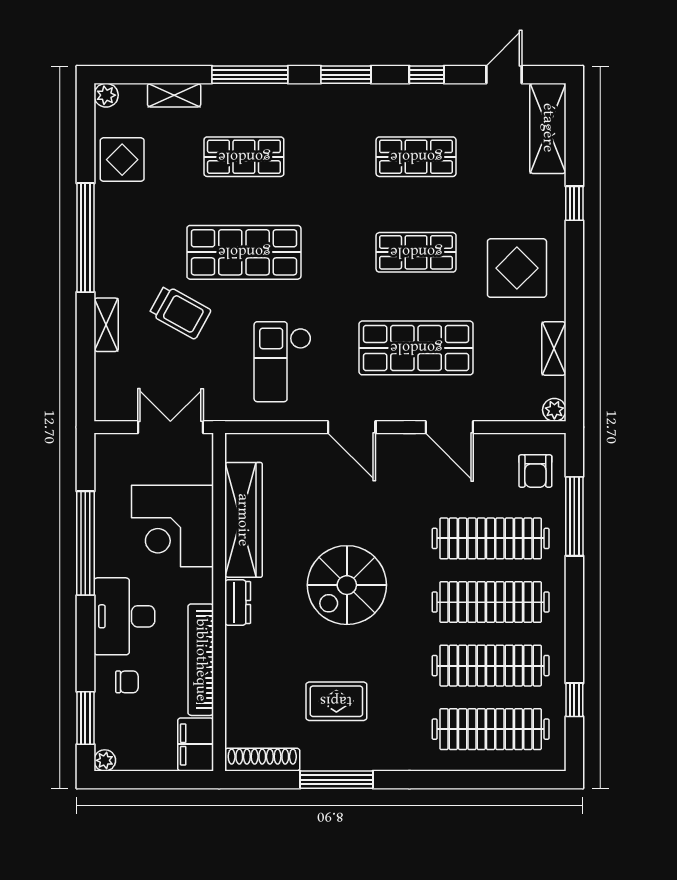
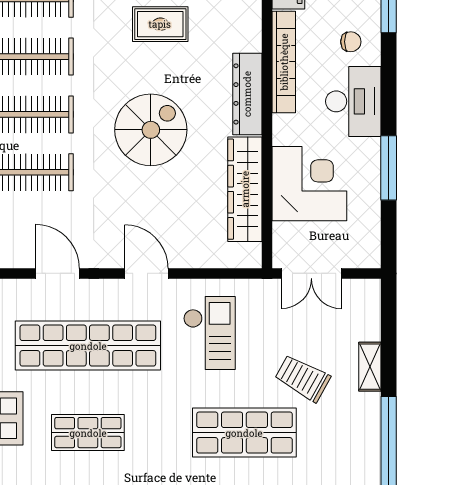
shop shelf: (416, 348) -> (88, 346), width x1.40
window: (85, 543) -> (389, 168), width x0.68
dresser: (238, 602) -> (247, 94), width x1.96, depth x1.24
chair: (127, 682) -> (351, 42), turned 180

